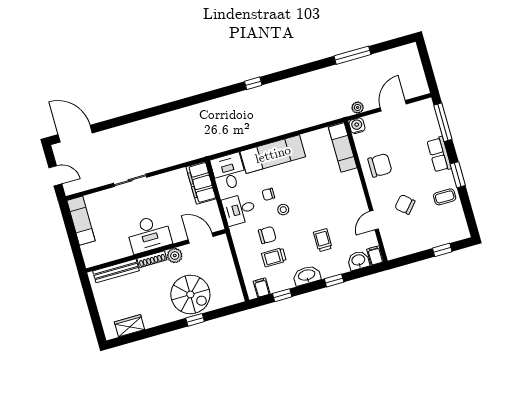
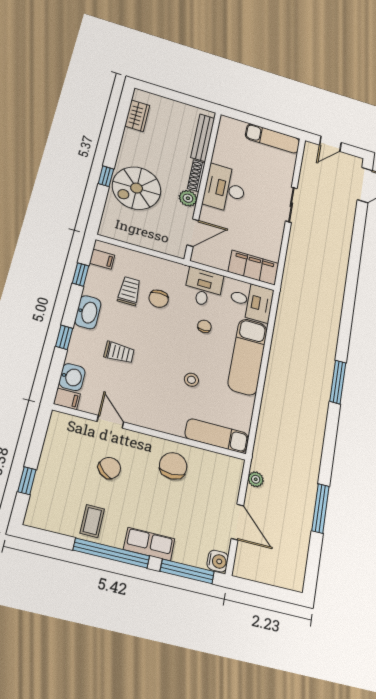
window: (253, 83) -> (338, 382), width x2.17
water cooler: (357, 126) -> (218, 561), moved
chair: (380, 165) -> (173, 466), turned 180
window: (458, 175) -> (111, 553), width x2.11
stool: (283, 210) -> (191, 380), moved

